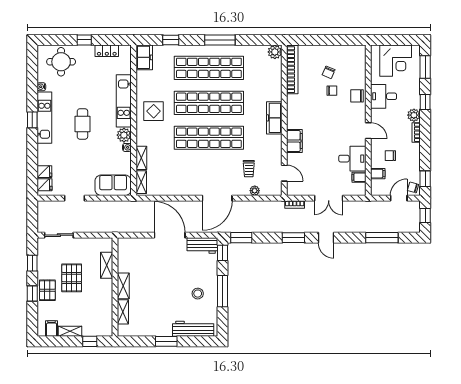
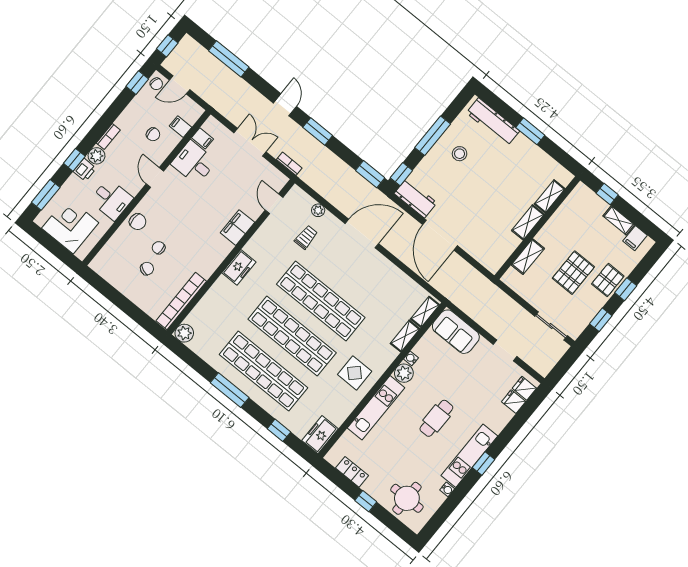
printer: (414, 101) -> (85, 170), added
freezer: (274, 118) -> (239, 267), width x0.71

